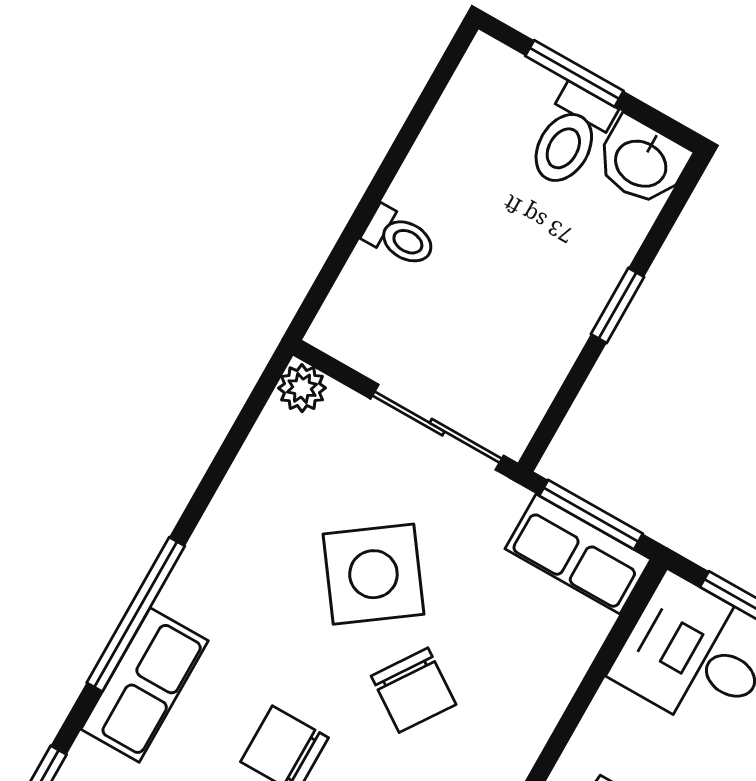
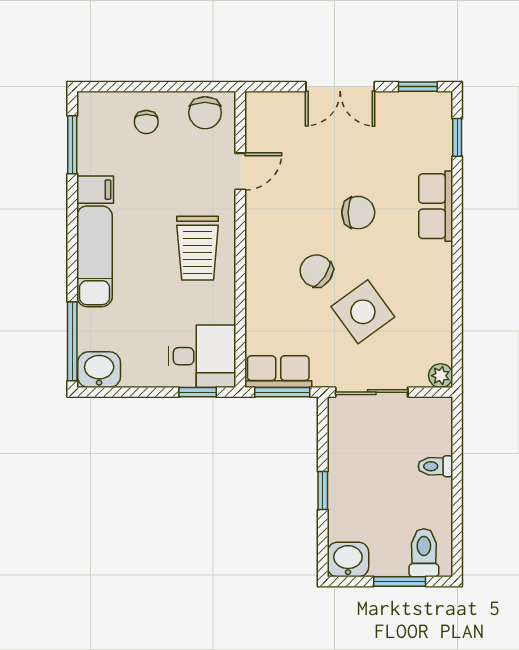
toilet: (570, 137) -> (424, 553), moved
window: (136, 614) -> (457, 235), removed

